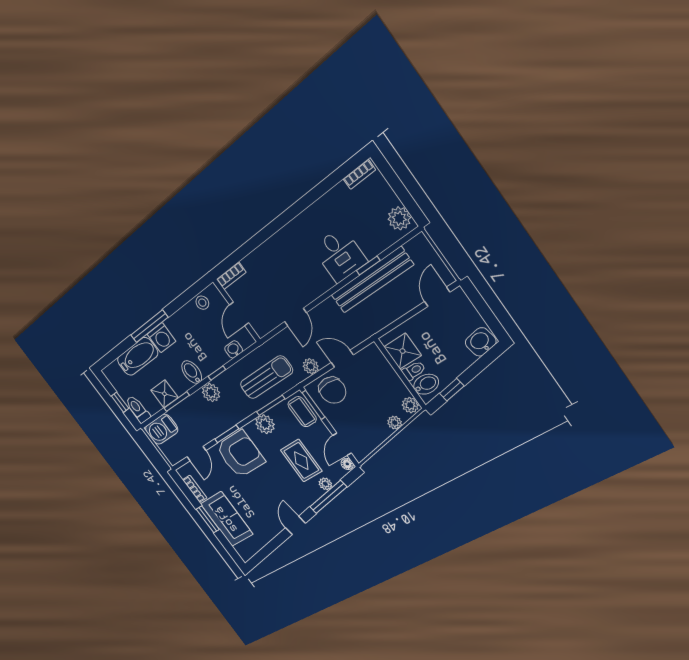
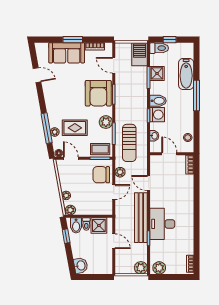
desk: (340, 255) -> (162, 224), width x1.37
bench: (372, 280) -> (141, 218), moved
door: (437, 297) -> (114, 241), moved
washing machine: (161, 338) -> (157, 115), moved, turned 180
plant: (211, 392) -> (141, 268), moved
door: (295, 525) -> (37, 75), moved

